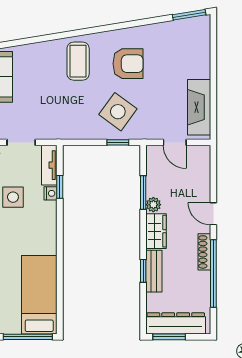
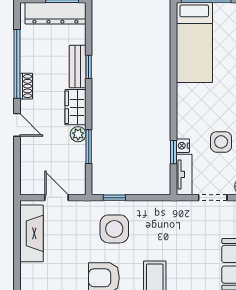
side table: (118, 112) -> (114, 229), turned -36
shoe rack: (204, 252) -> (26, 86), width x0.70

